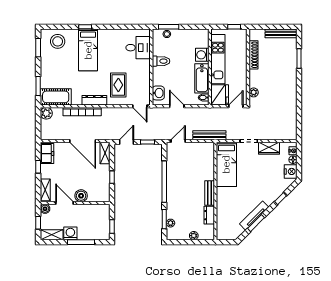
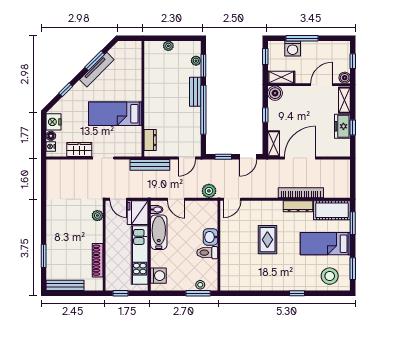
desk: (138, 48) -> (234, 269), removed
bed: (88, 50) -> (325, 244), moved, turned -90
washing machine: (202, 55) -> (158, 276), moved
rug: (118, 85) -> (267, 240), moved
washbasin: (158, 93) -> (210, 237), moved
dresser: (94, 100) -> (298, 206), moved
door: (140, 106) -> (232, 199), swing flipped
door: (177, 106) -> (176, 199), moved
door: (236, 106) -> (118, 199), hinge flipped
plant: (46, 113) -> (209, 191), moved
door: (83, 141) -> (300, 158), hinge flipped
freezer: (47, 154) -> (342, 126), moved
bed: (226, 164) -> (115, 114), moved, turned -90
bench: (210, 193) -> (195, 92), moved
boiler: (81, 196) -> (275, 93), moved
door: (65, 203) -> (321, 85), swing flipped
dresser: (209, 215) -> (150, 140), moved
washing machine: (70, 233) -> (293, 48), moved
shelving: (52, 235) -> (281, 77), moved

